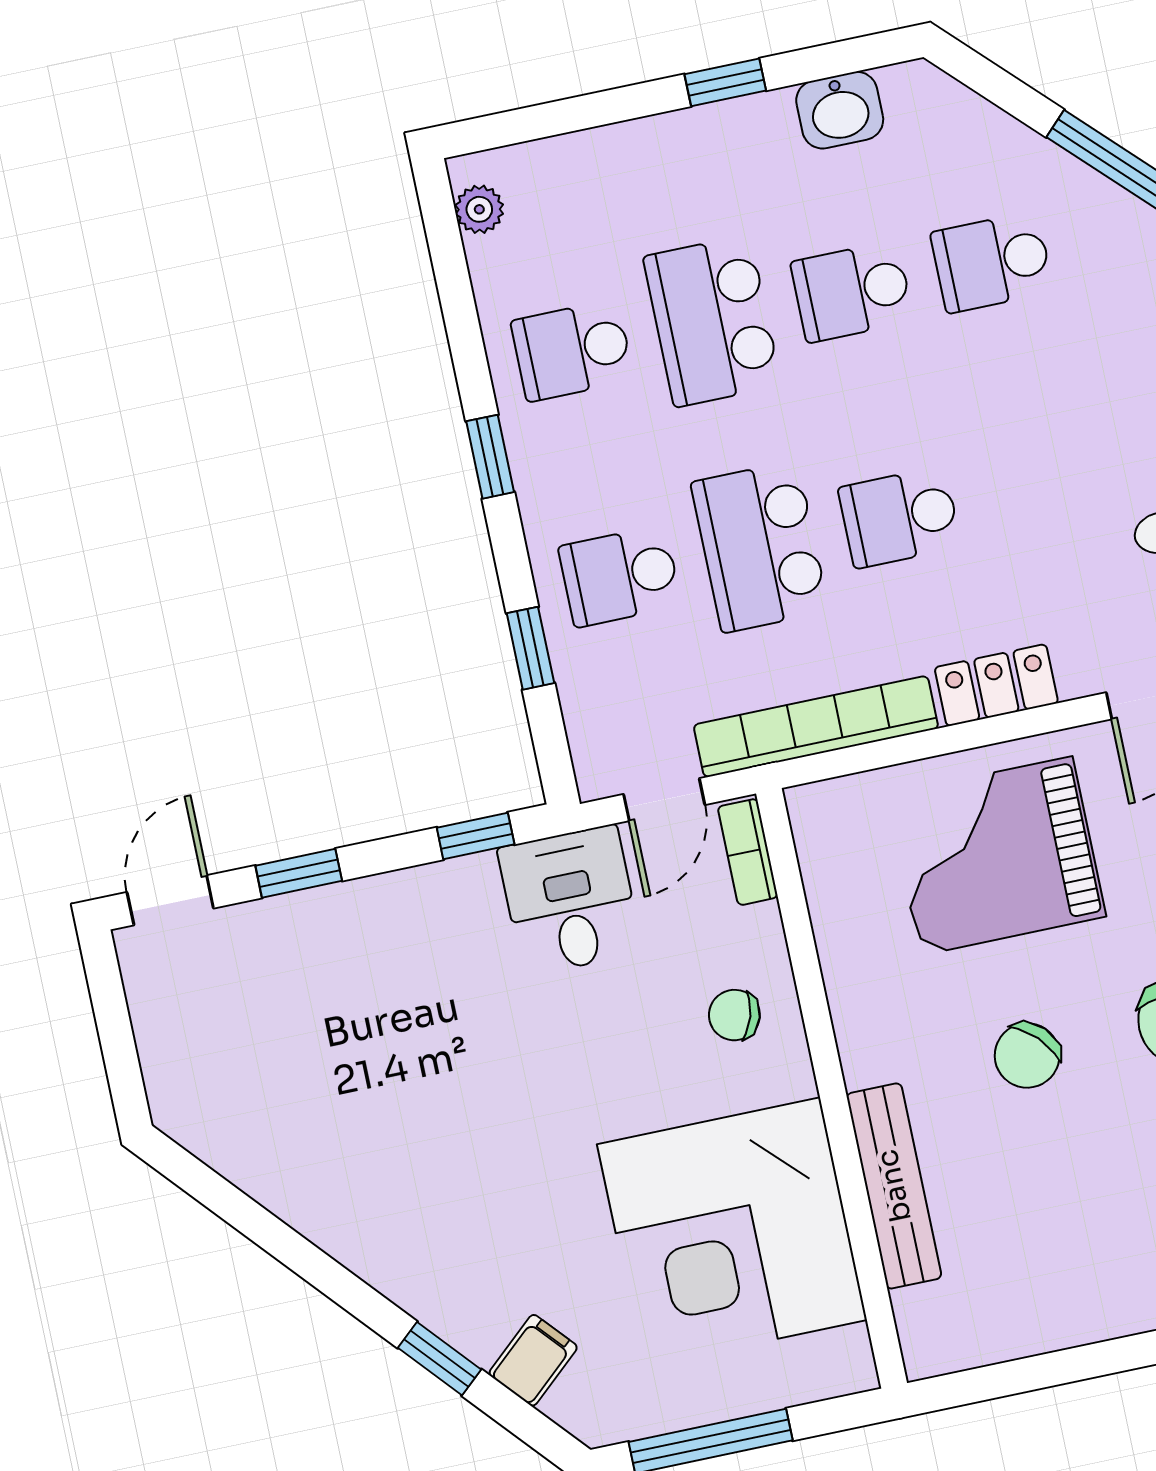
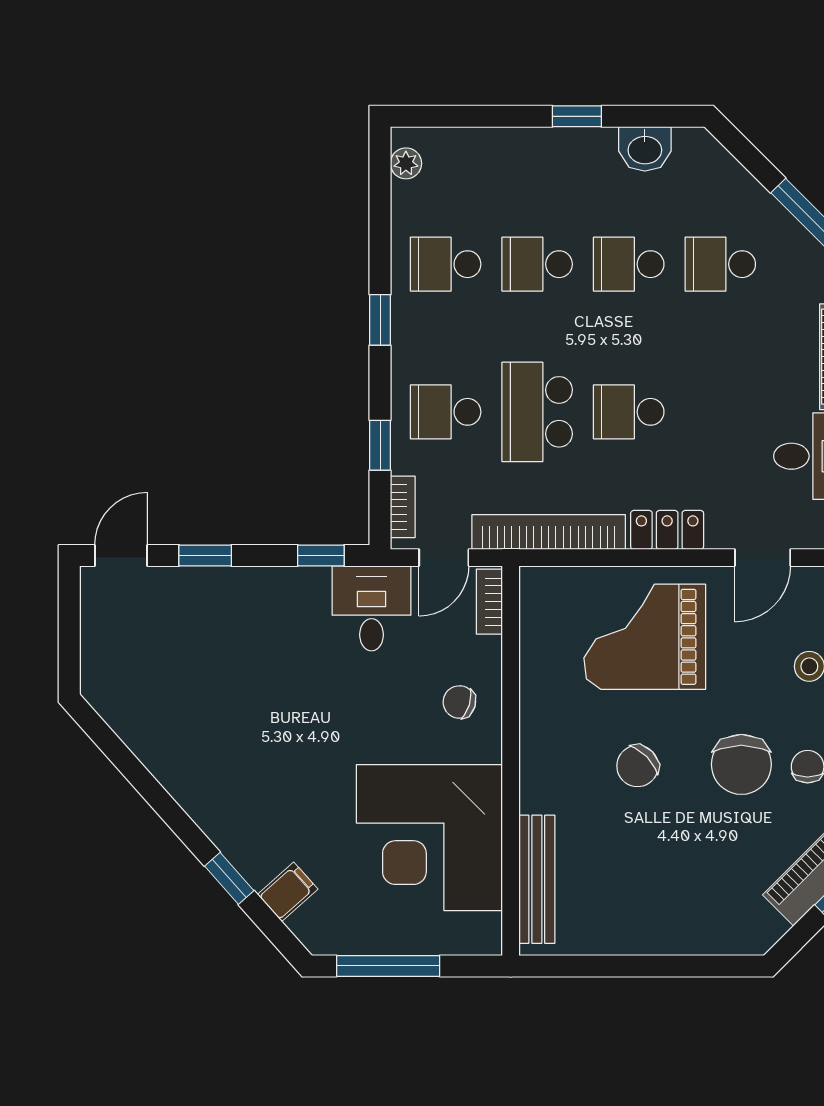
school desk: (712, 321) -> (537, 264), width x0.54
bookcase: (585, 735) -> (403, 507), added
bench: (894, 1186) -> (537, 879), moved

